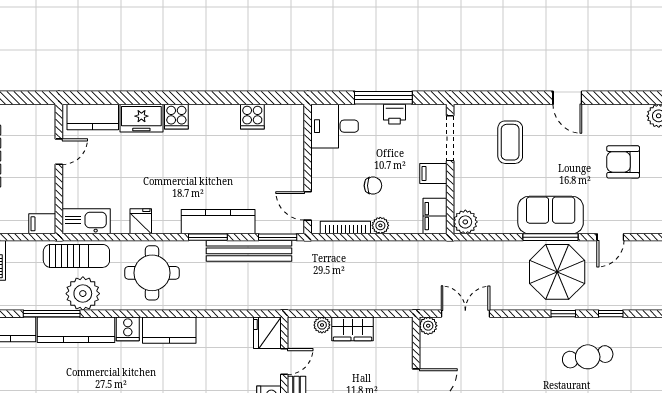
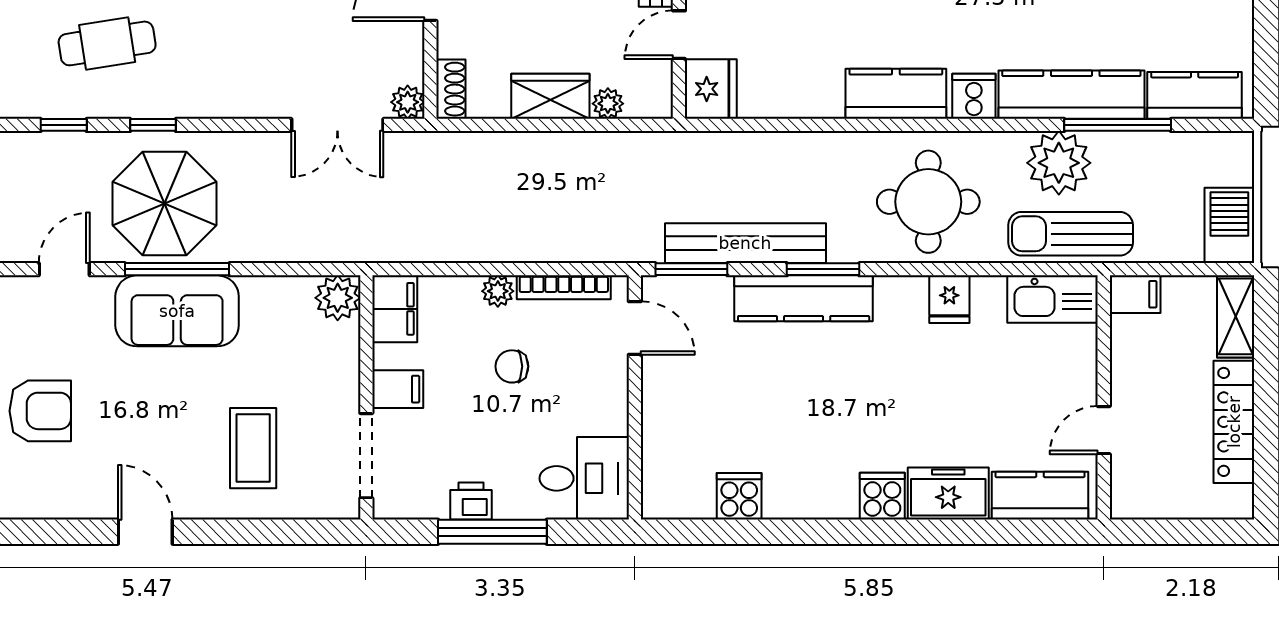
shoe rack: (405, 333) -> (451, 89), added

